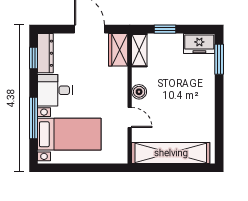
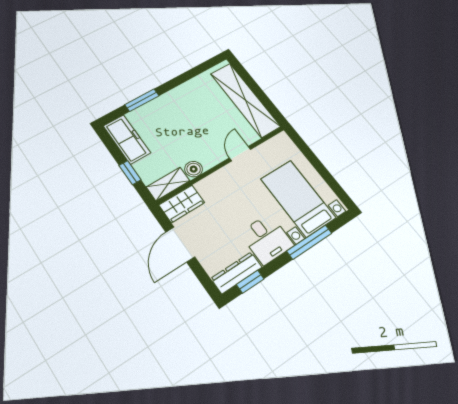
freezer: (199, 43) -> (127, 139), width x1.40
window: (219, 59) -> (142, 100), moved
boiler: (139, 92) -> (194, 169), moved

